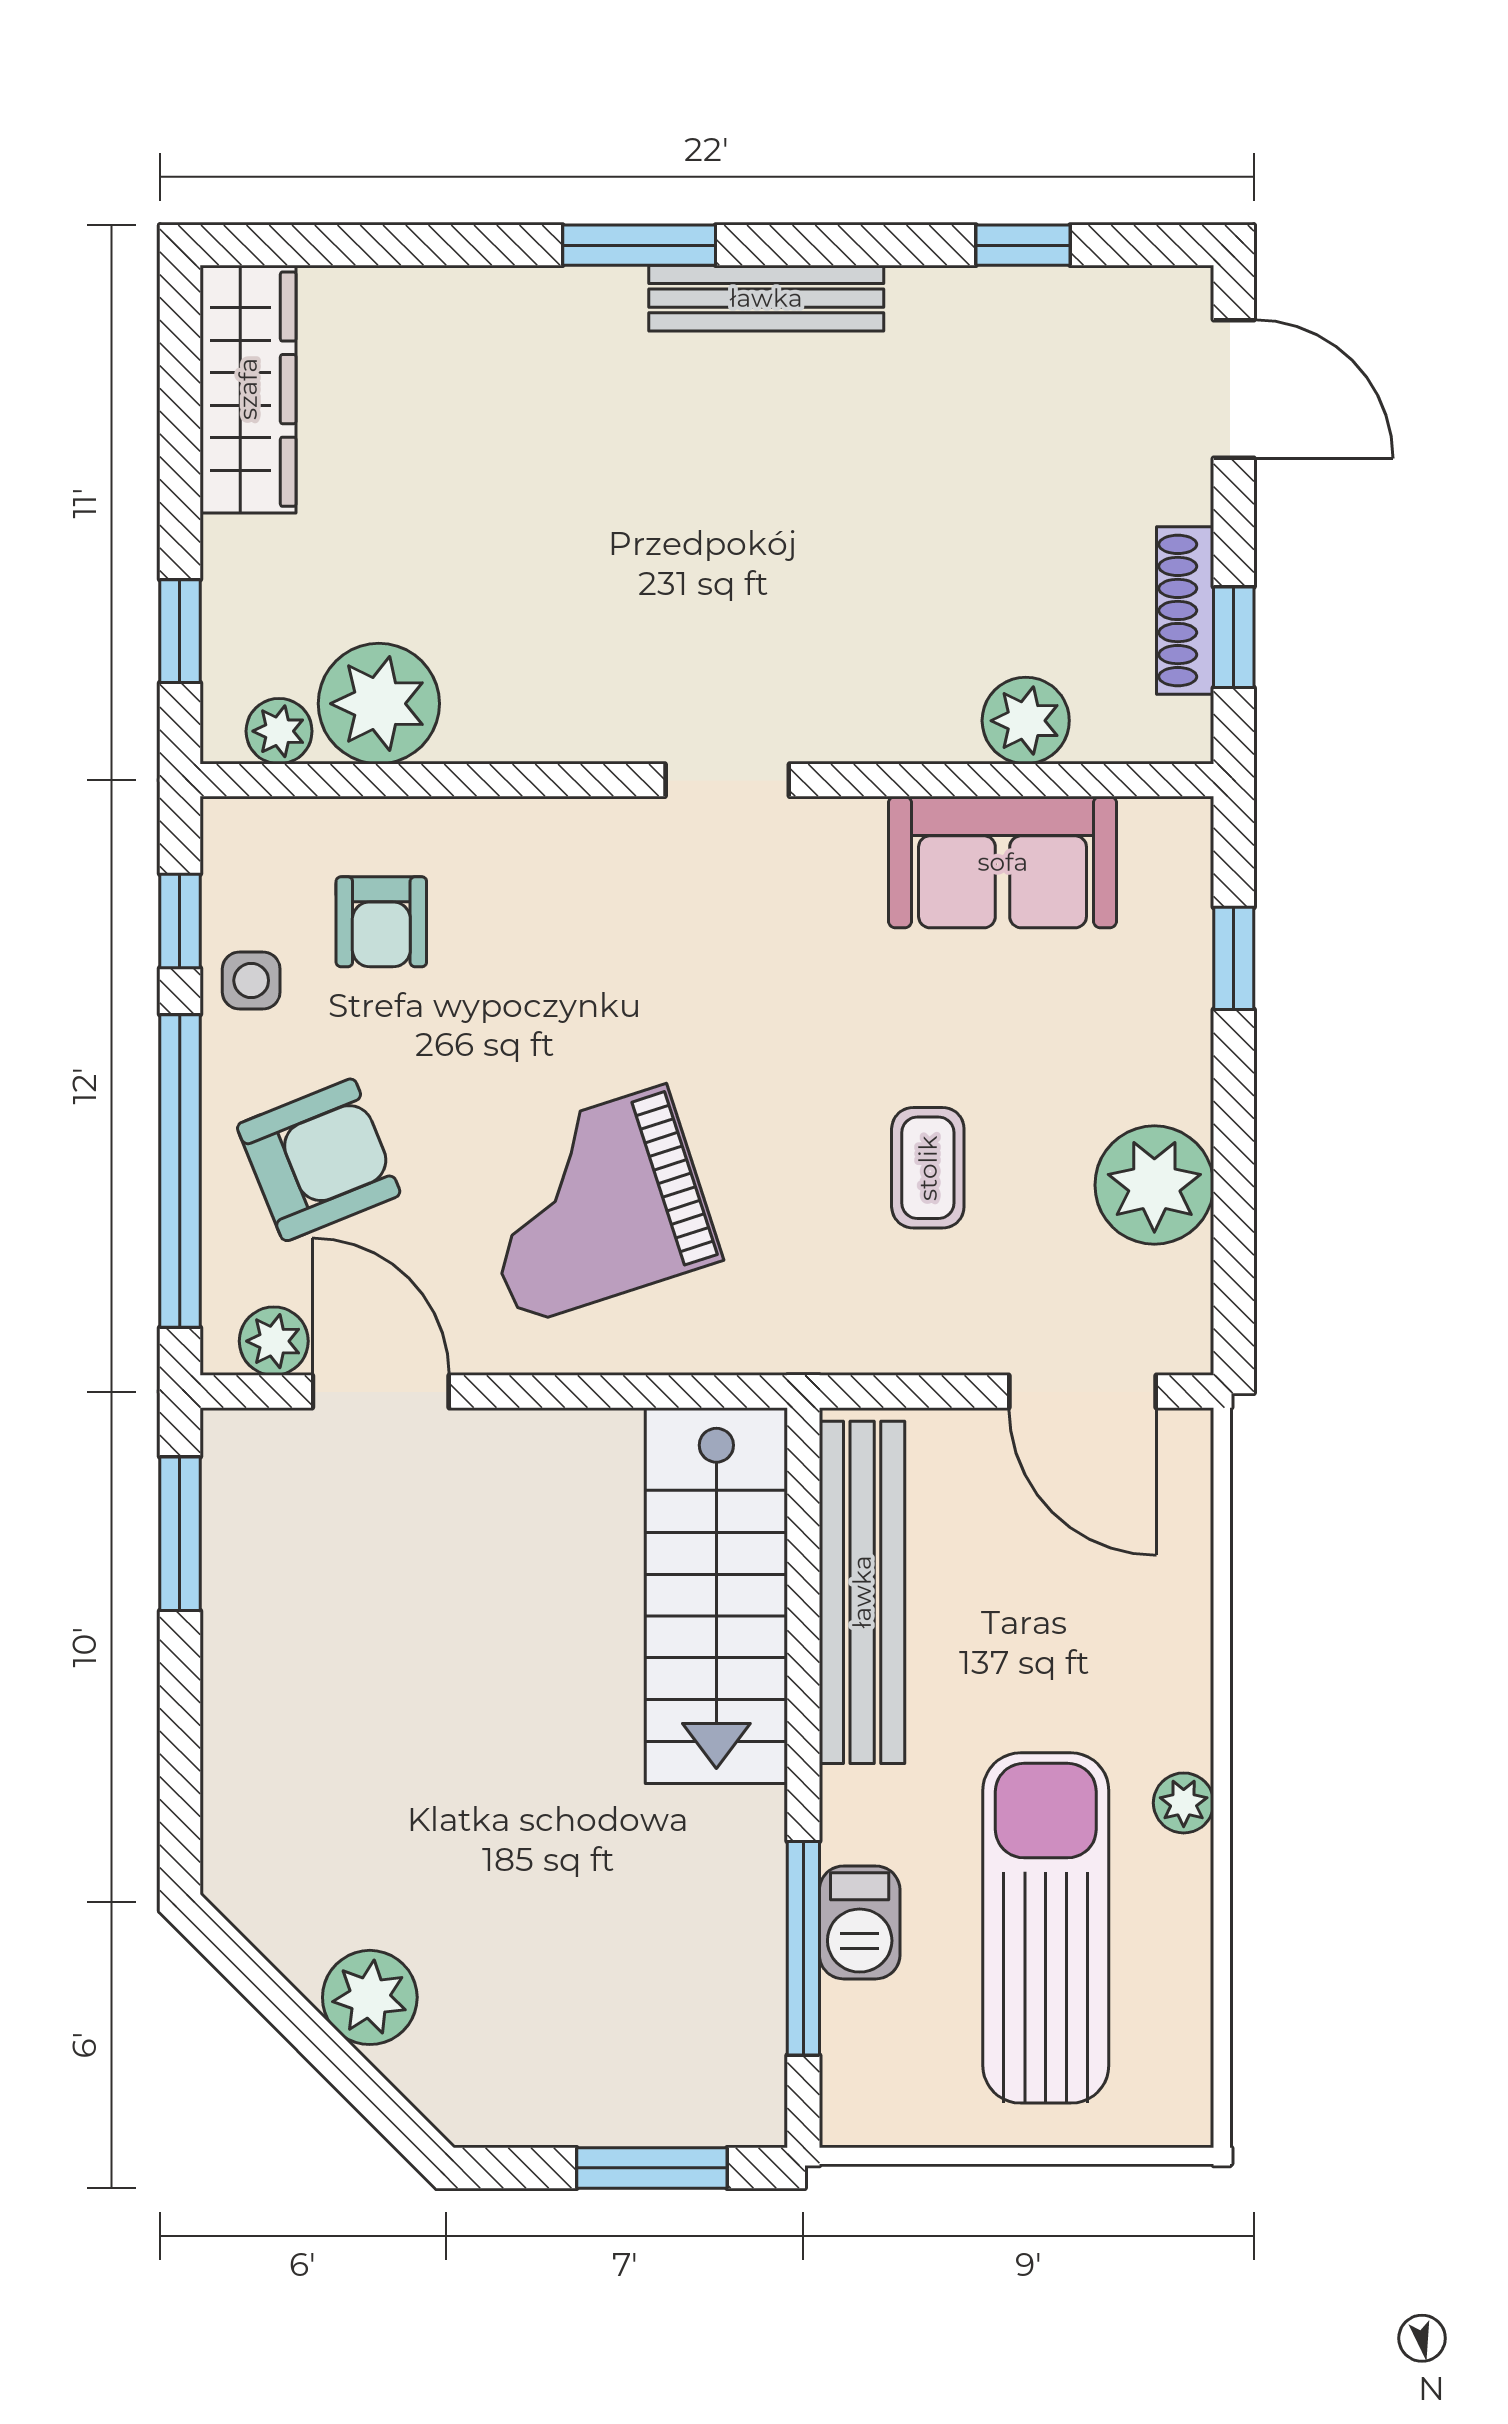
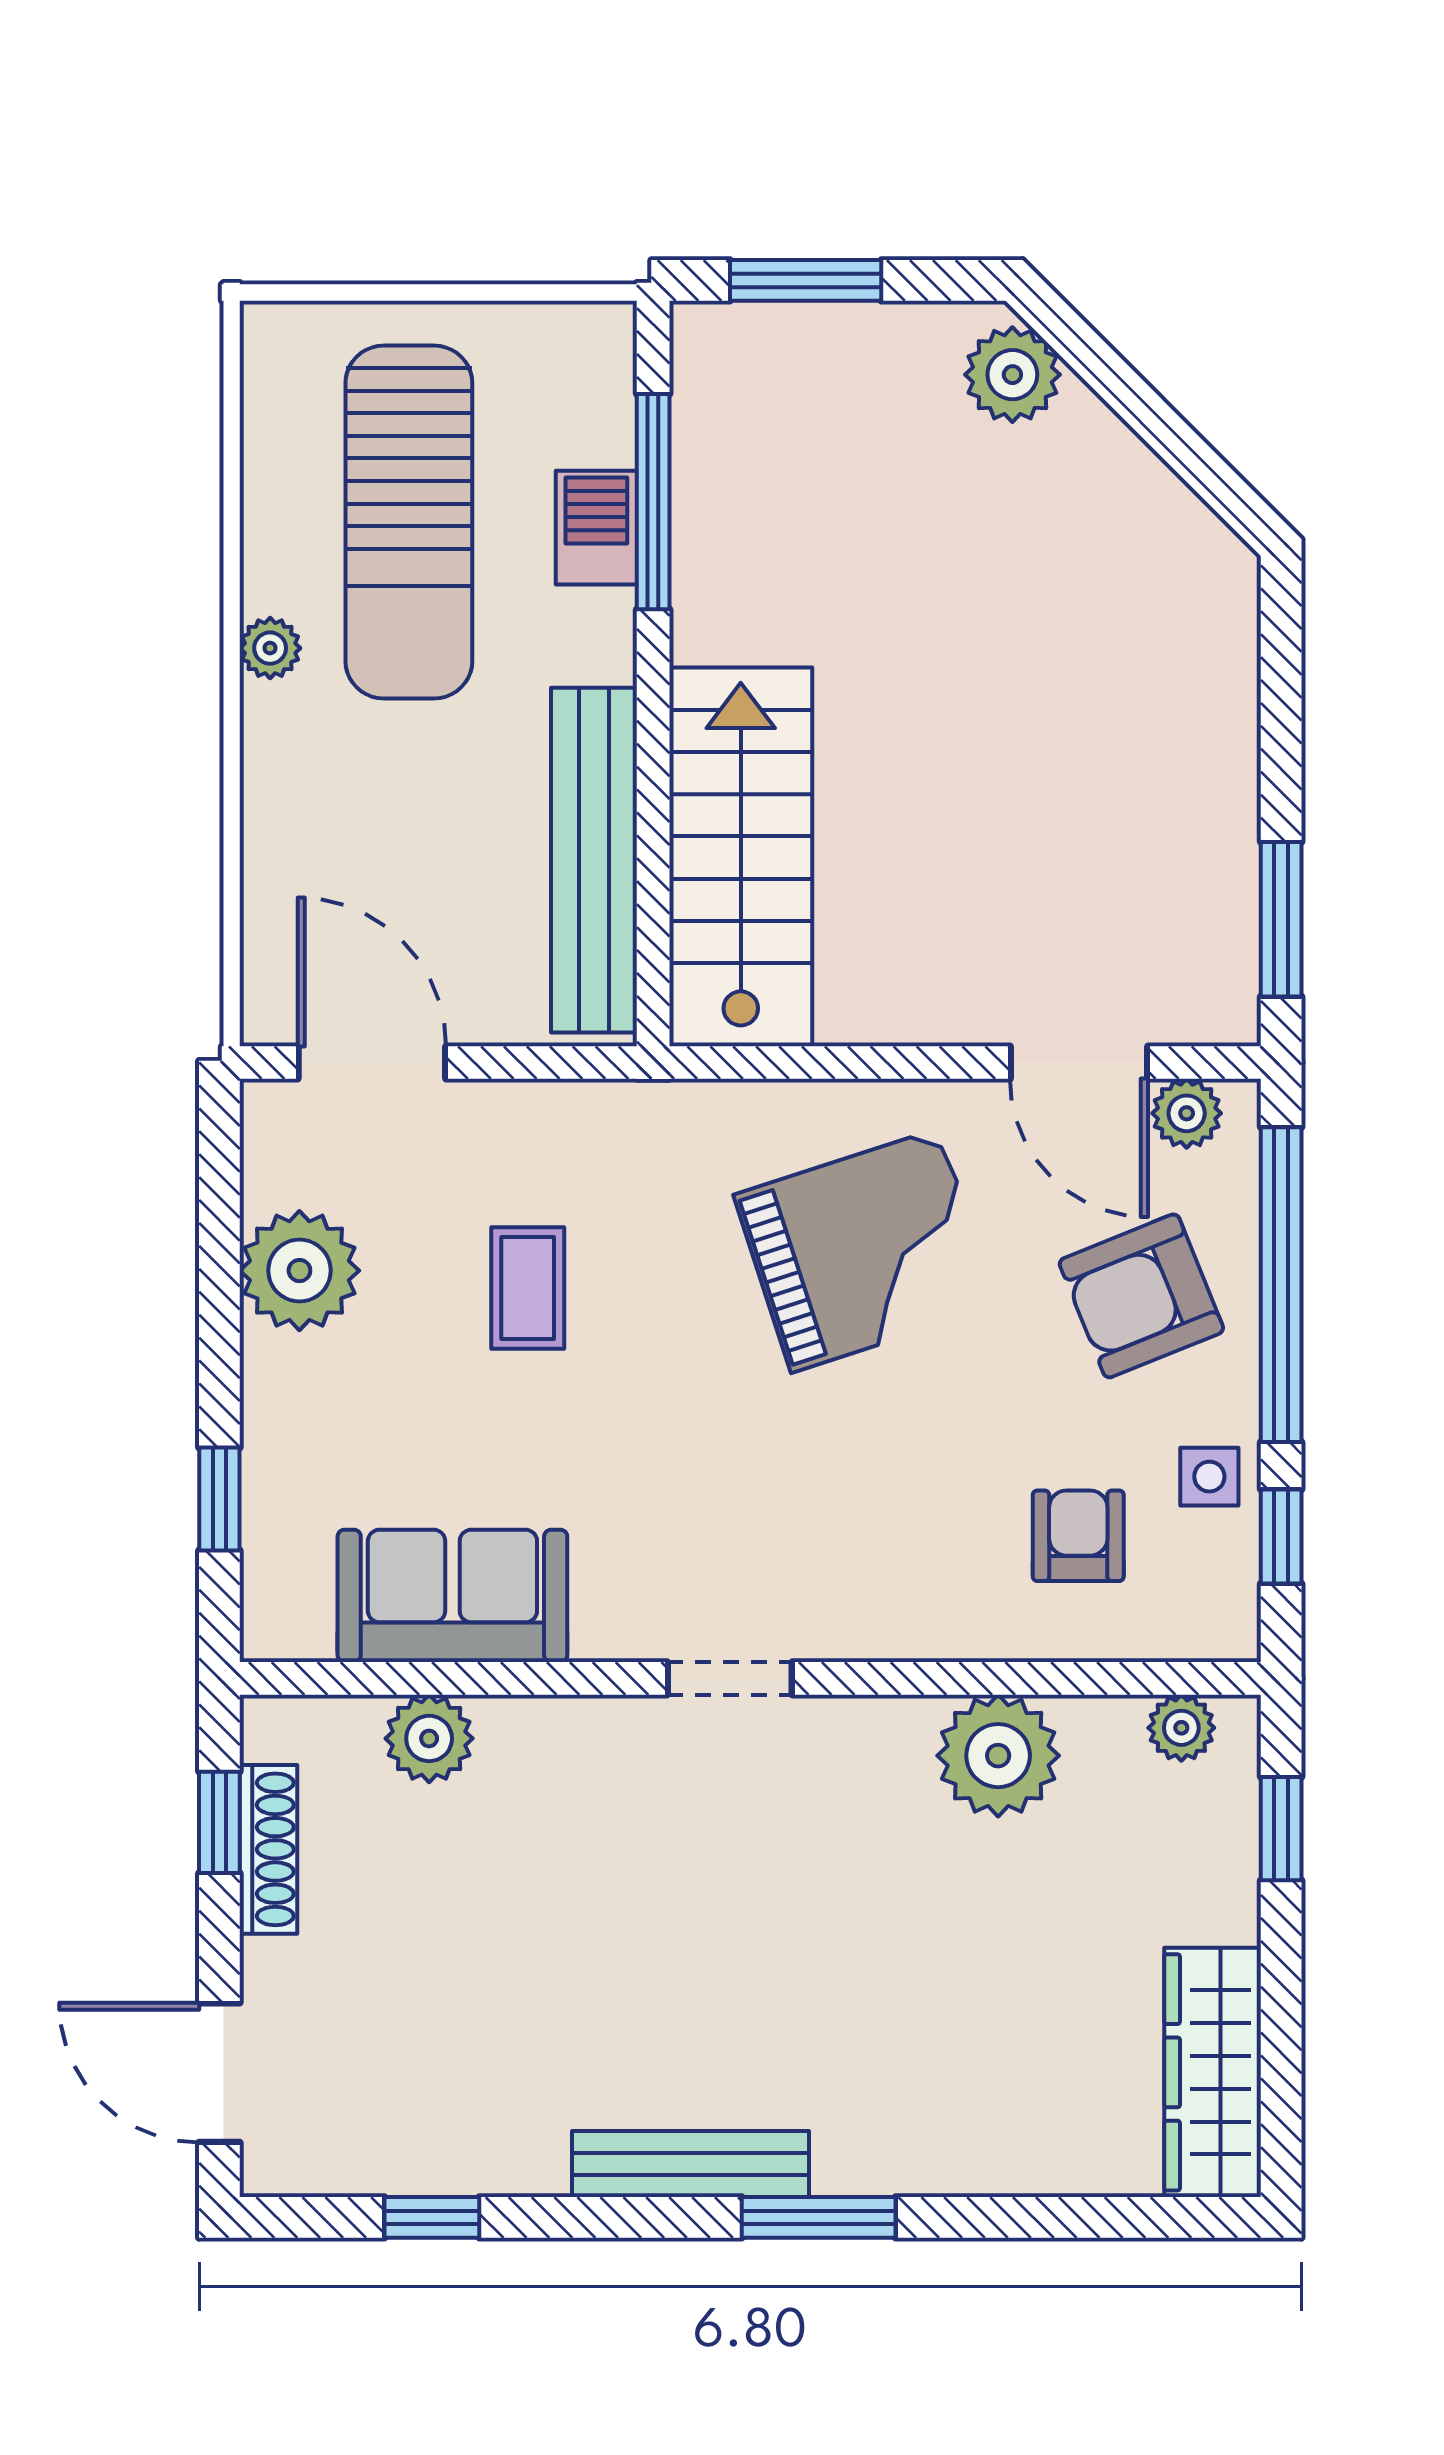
plant: (379, 704) -> (998, 1756), moved
plant: (370, 1997) -> (1012, 375), moved

